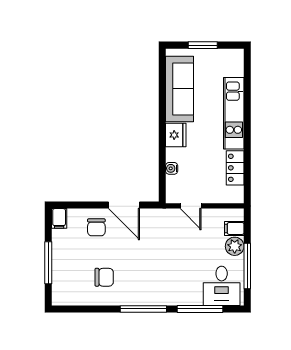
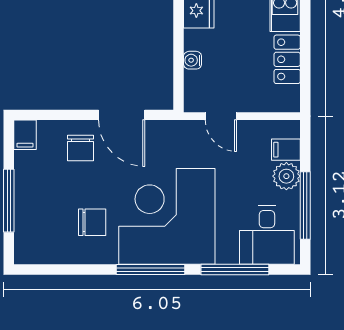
corner desk: (154, 273) -> (167, 216), added

